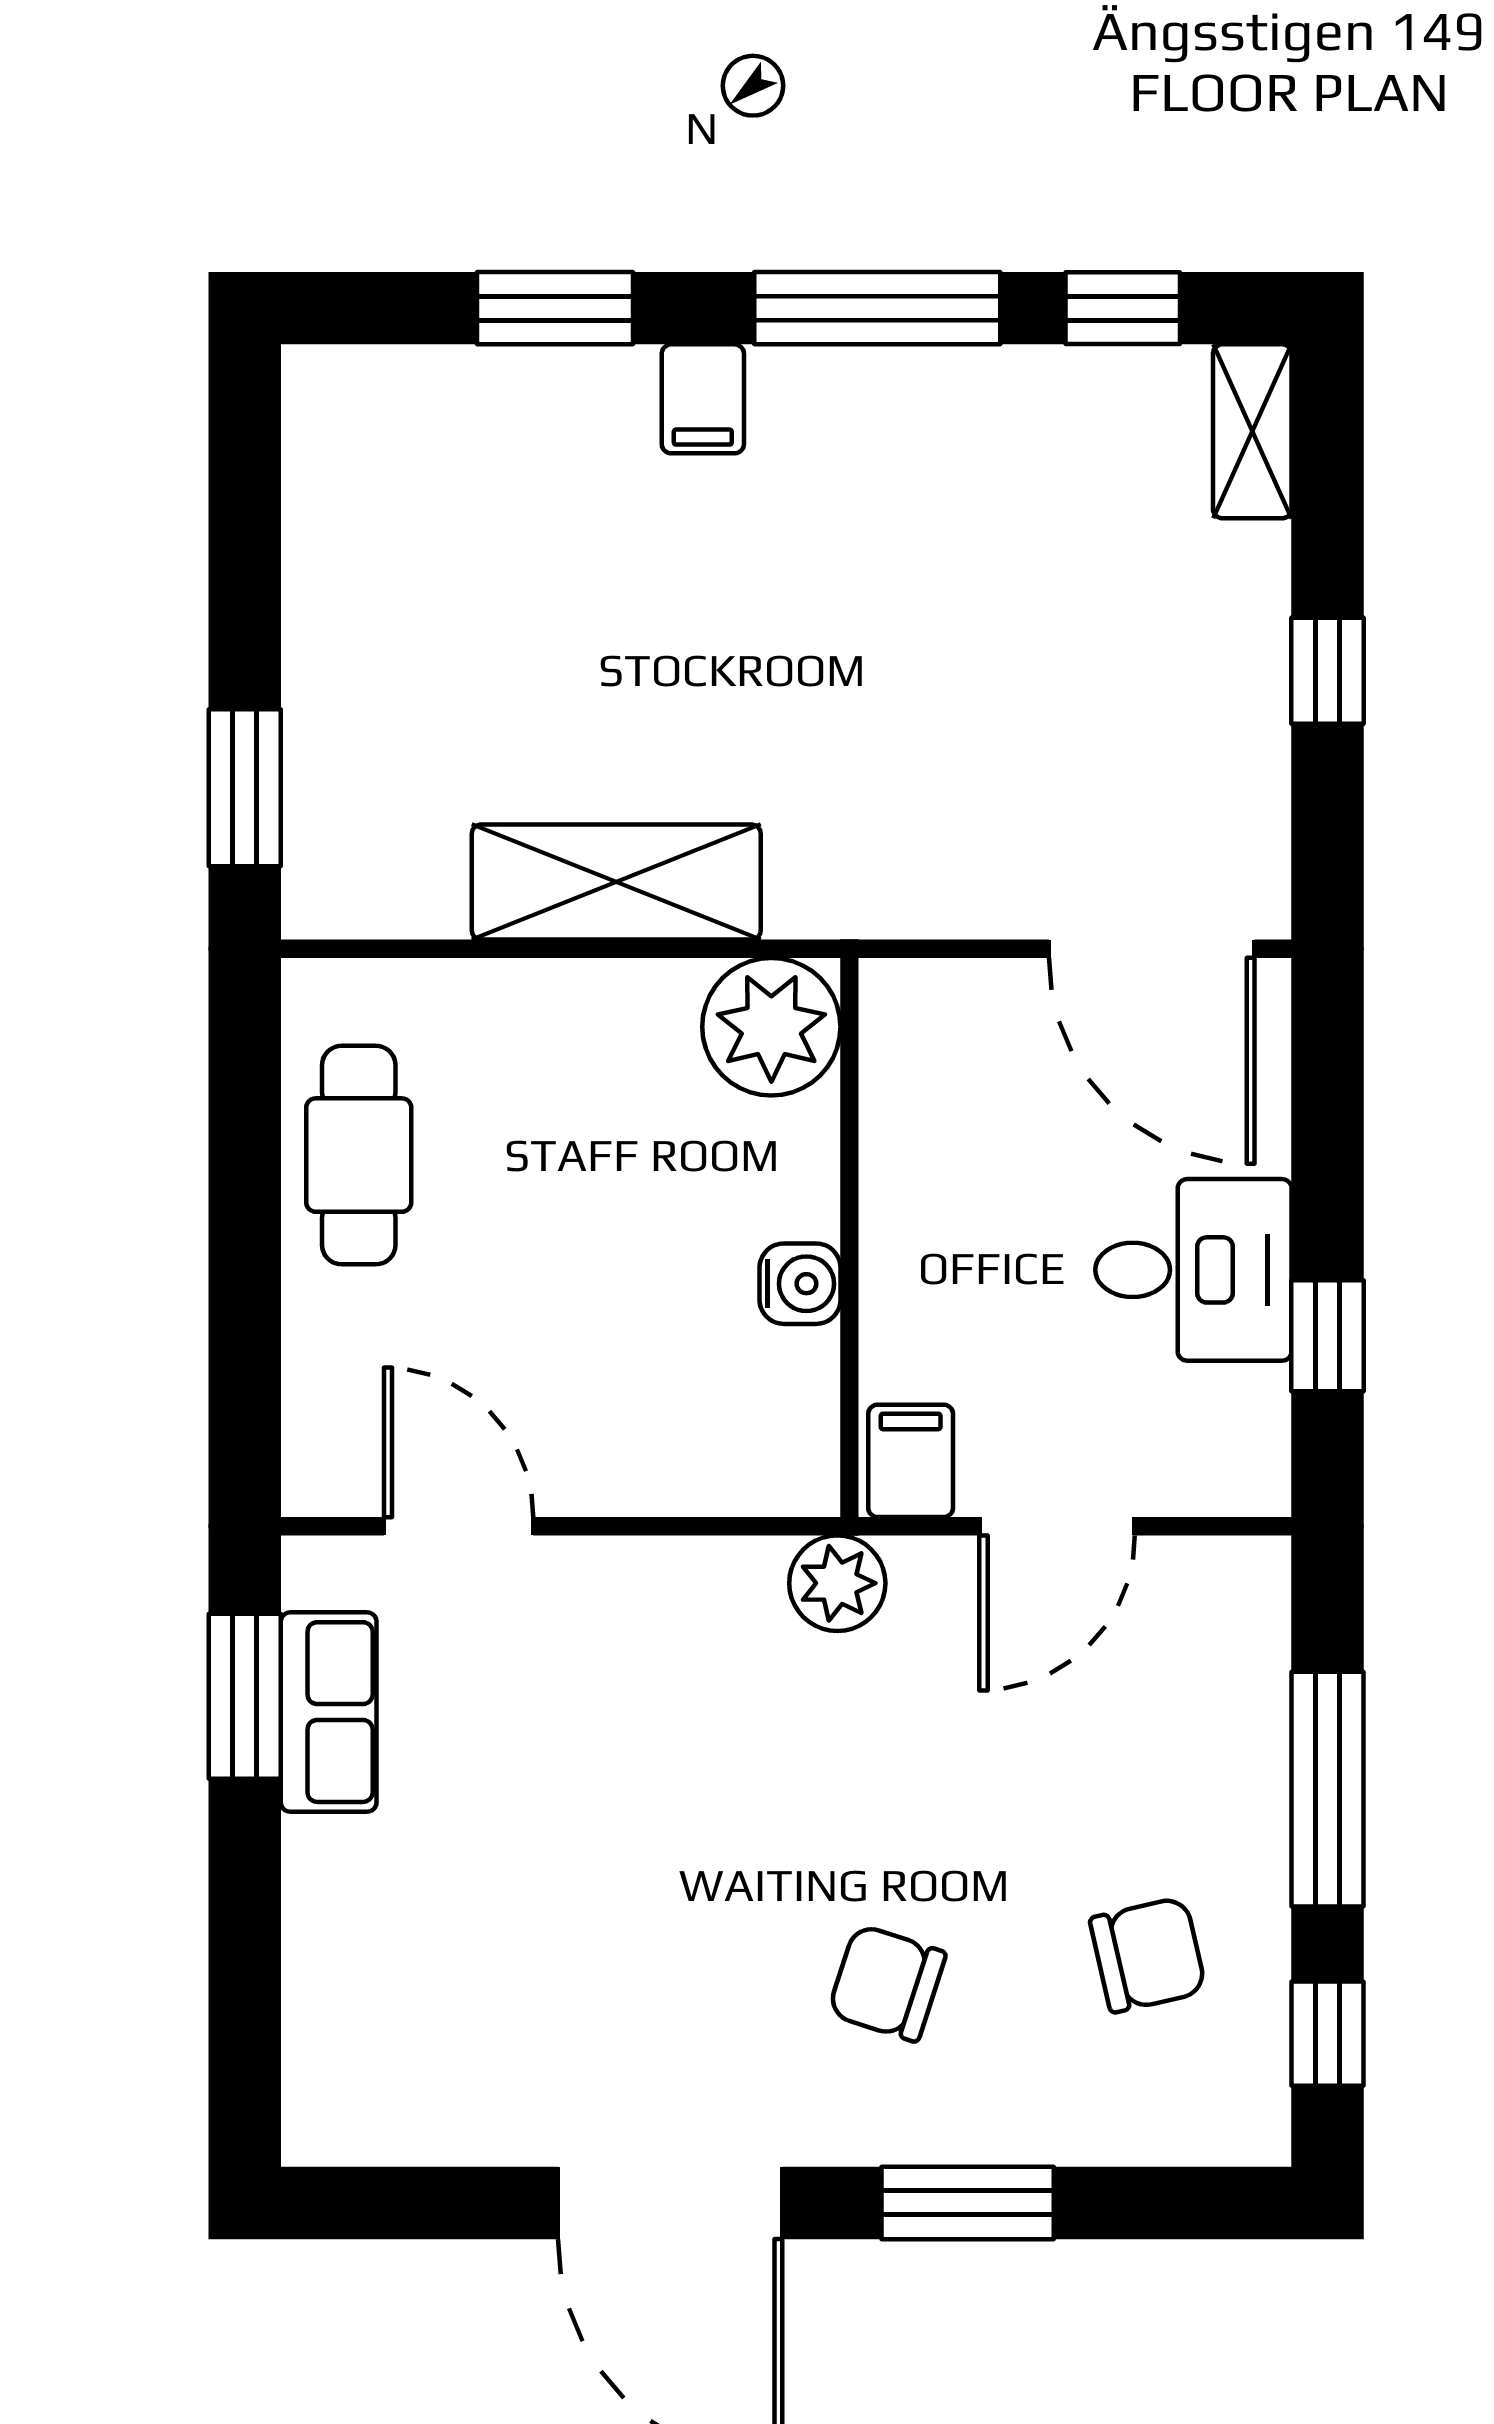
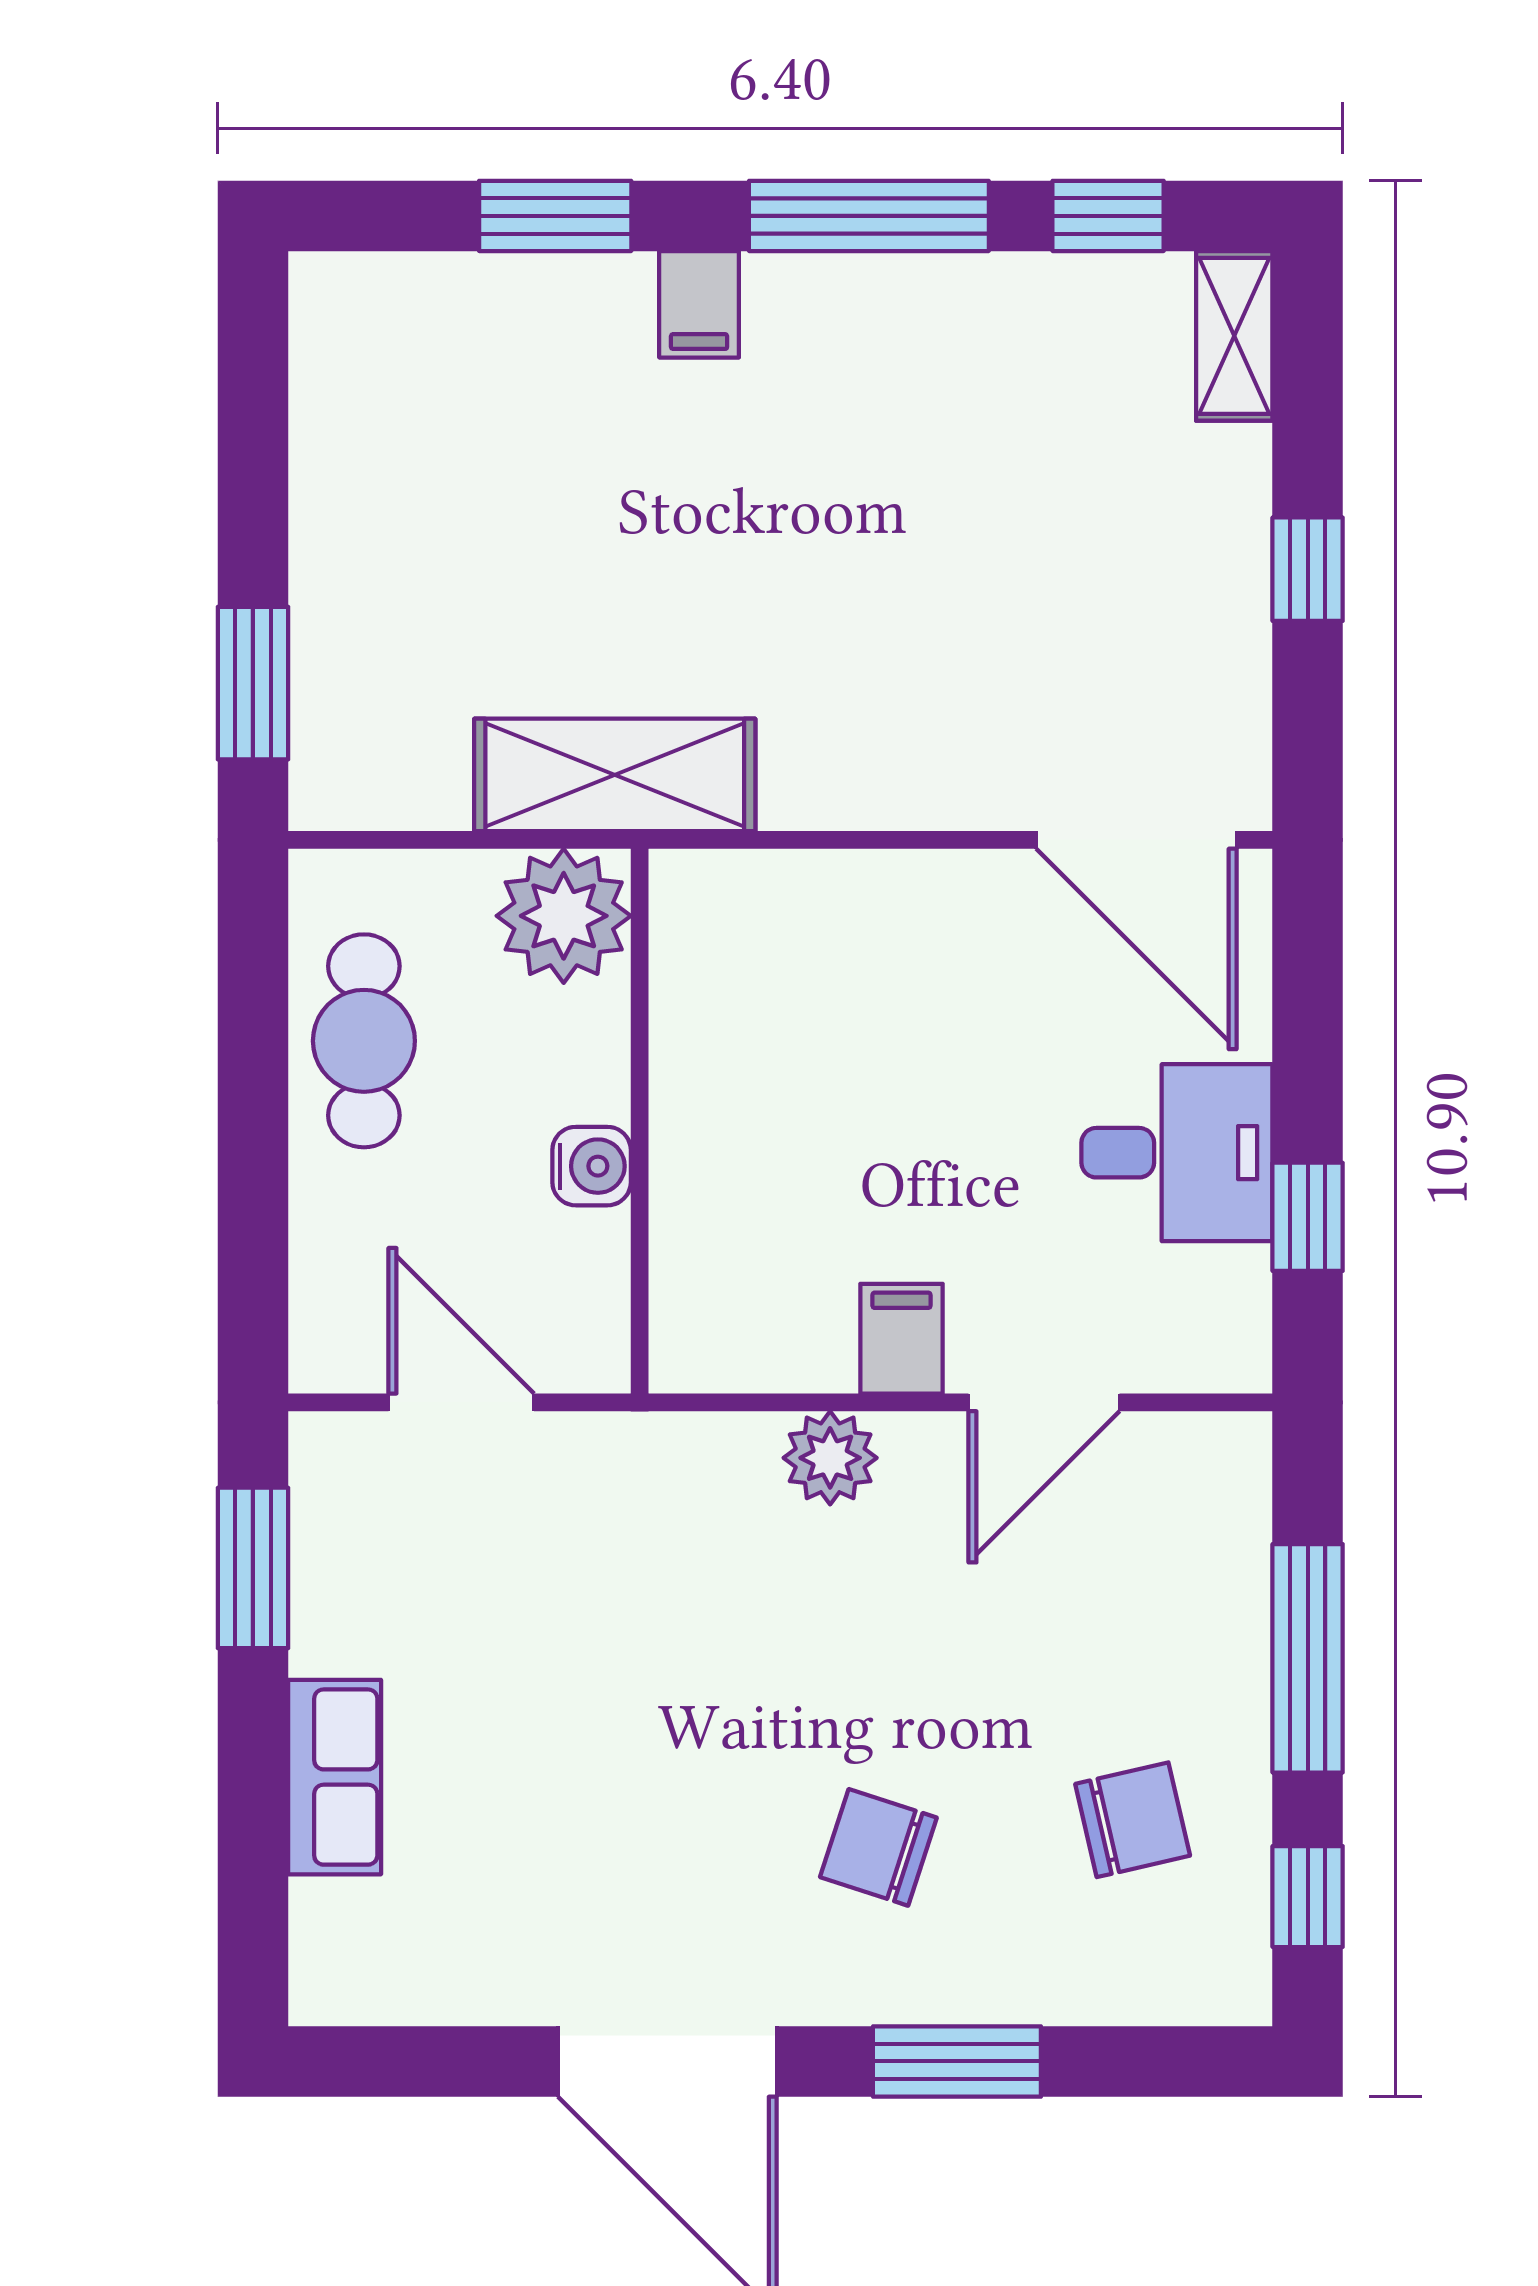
plant: (771, 1027) -> (564, 916), moved
wall: (849, 1238) -> (640, 1121), moved
water cooler: (800, 1284) -> (592, 1166), moved
row of seats: (329, 1712) -> (335, 1777), moved

